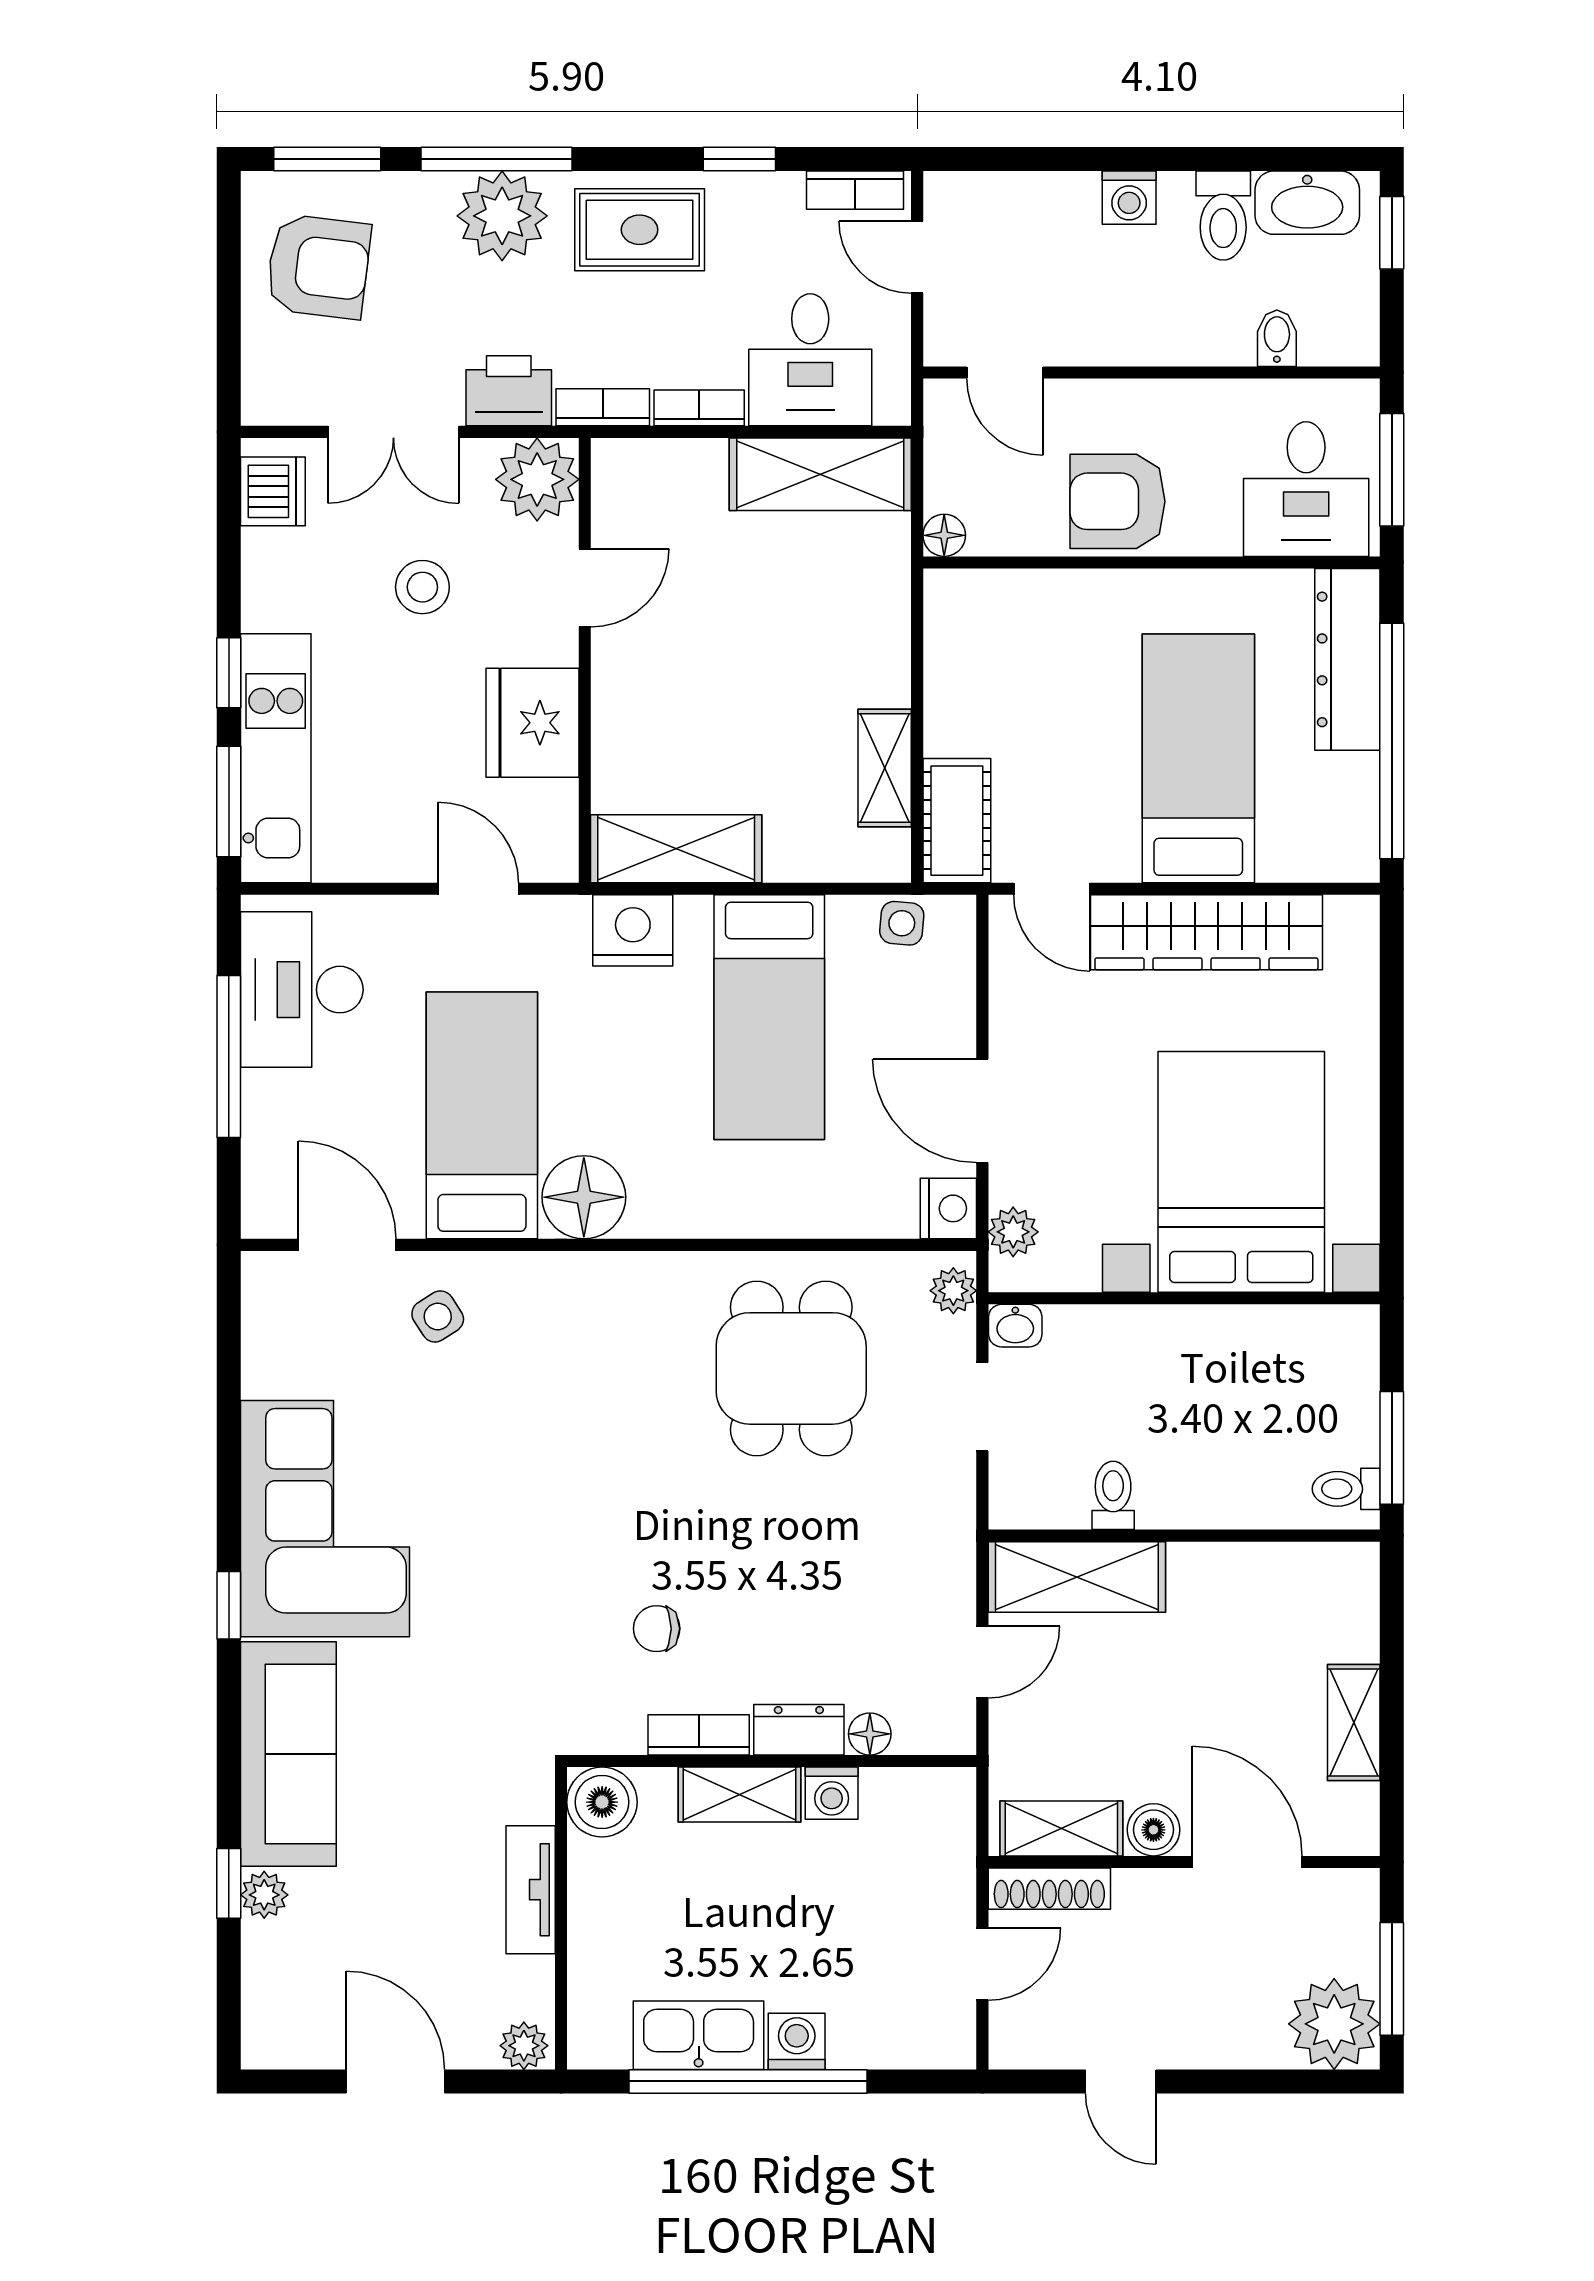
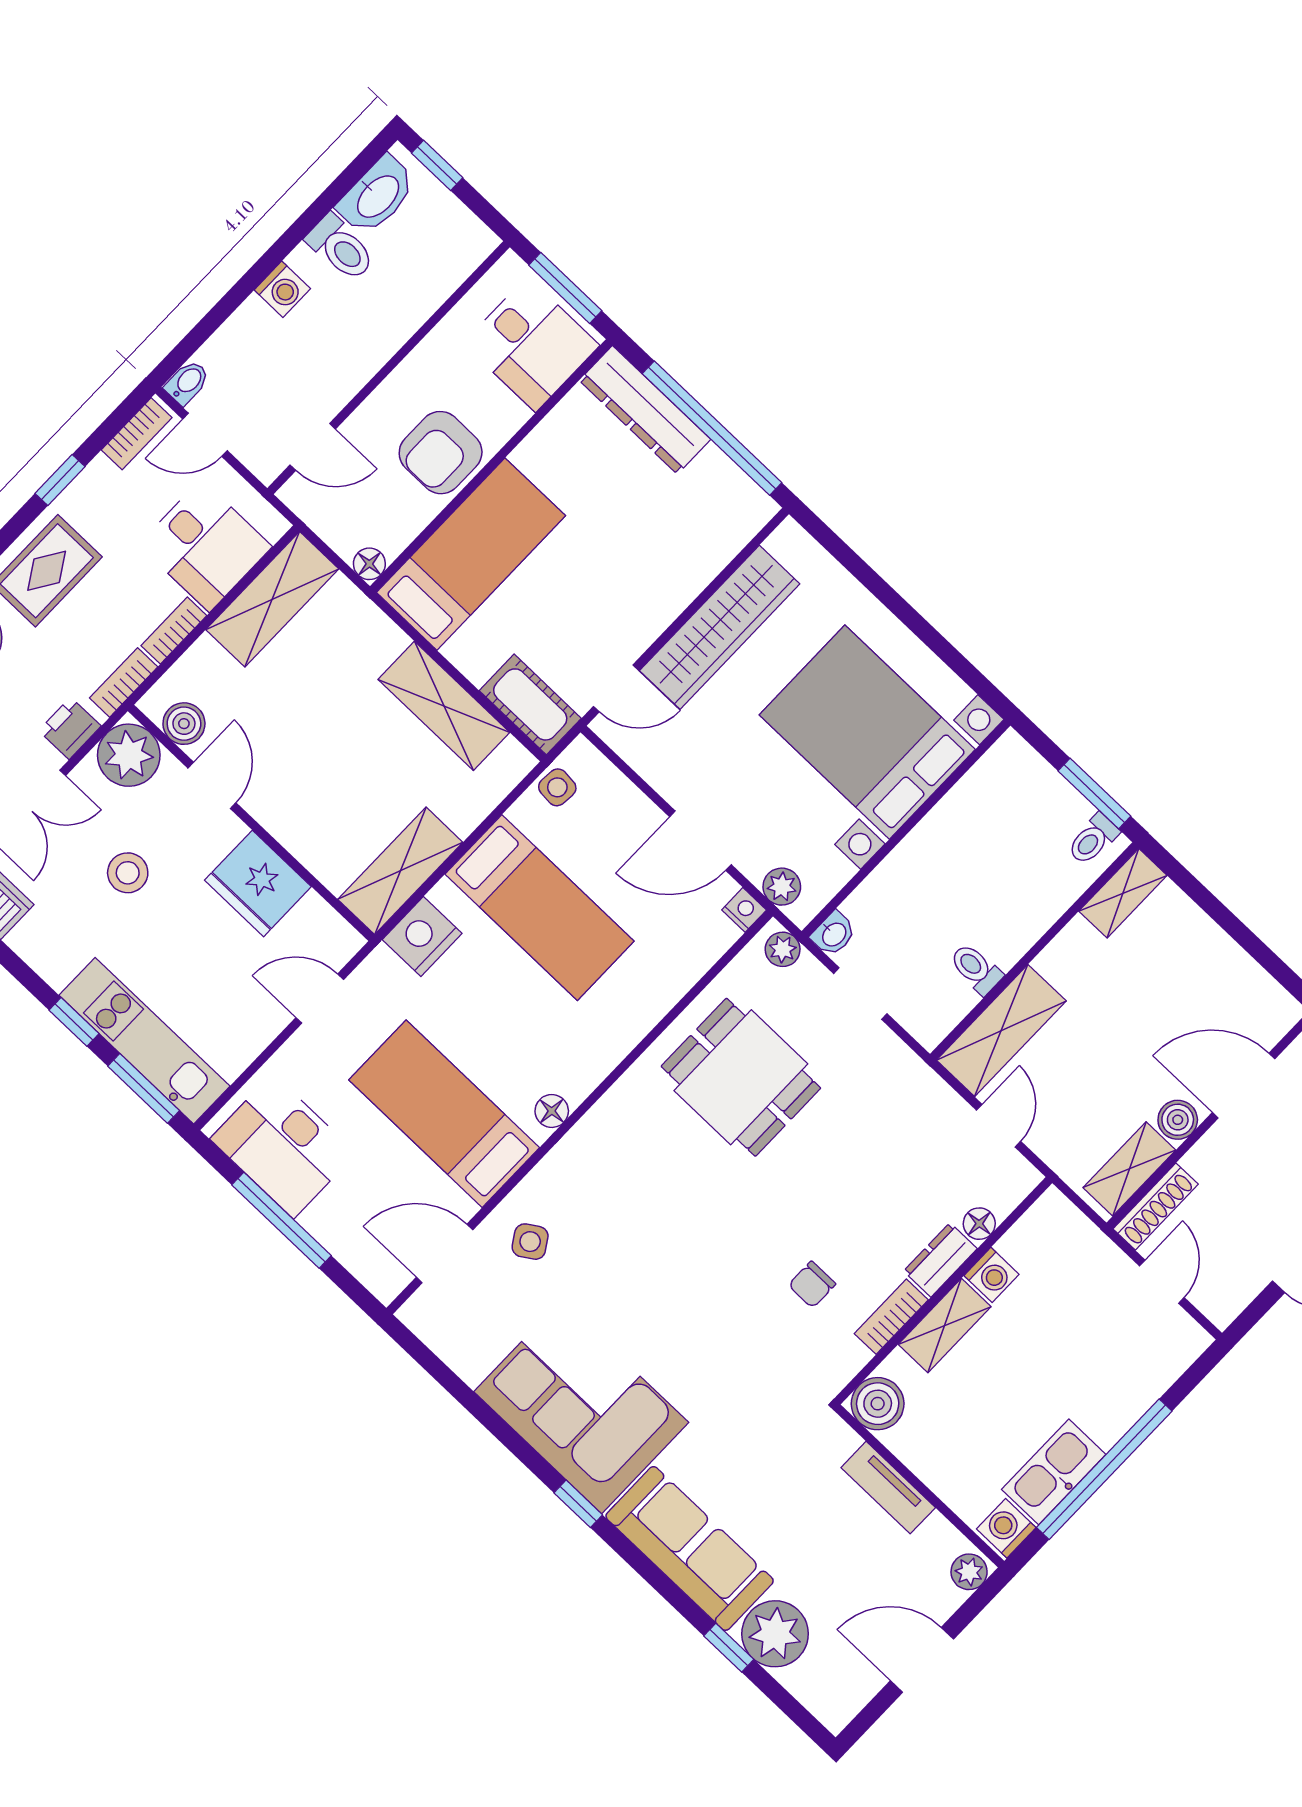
bidet: (1277, 338) -> (187, 382), moved, turned 90
printer: (509, 391) -> (70, 728), width x0.73, depth x0.81
boiler: (619, 504) -> (184, 724), added
bed: (1198, 758) -> (471, 554), moved, turned 90
shelving: (885, 768) -> (444, 706), width x1.50, depth x1.33
floor lamp: (584, 1197) -> (552, 1111), width x0.53, depth x0.53
nightstand: (948, 1208) -> (744, 910), width x0.72, depth x0.74
shelving: (1354, 1722) -> (1123, 893), moved, turned 90
plant: (264, 1895) -> (775, 1634), width x1.88, depth x1.88
washing machine: (797, 2041) -> (1006, 1528), moved

